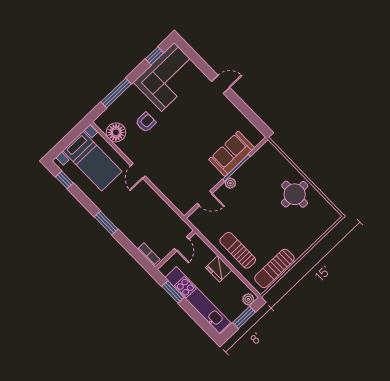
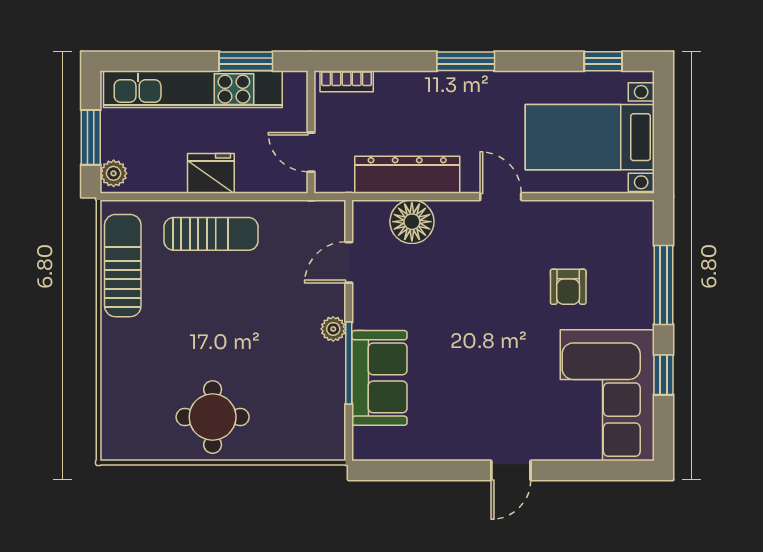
window: (154, 56) -> (663, 375), moved
floor lamp: (116, 132) -> (412, 222), moved
dresser: (159, 207) -> (407, 175), added

